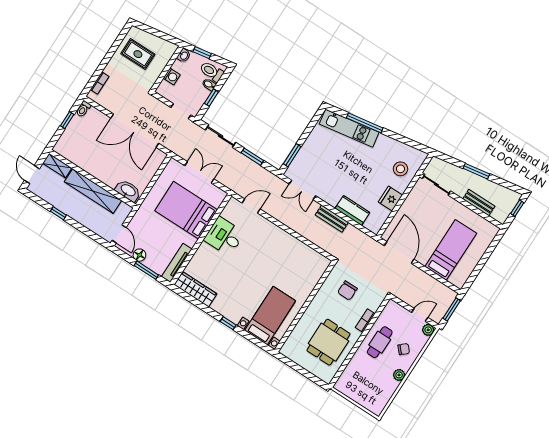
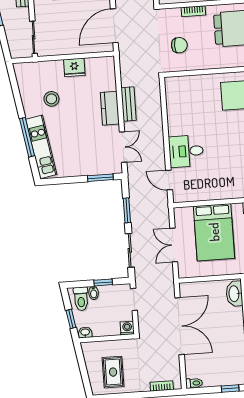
washing machine: (172, 76) -> (127, 328), moved
window: (67, 120) -> (230, 389), moved
stool: (400, 169) -> (51, 99), moved
kitchen counter: (352, 210) -> (110, 108), moved
desk: (224, 236) -> (186, 151), moved, turned 90

